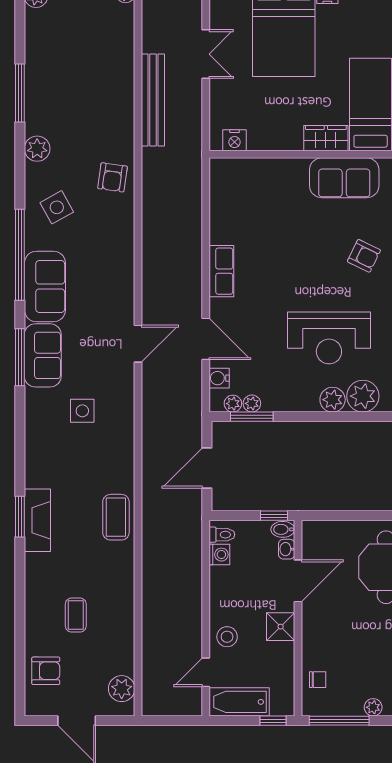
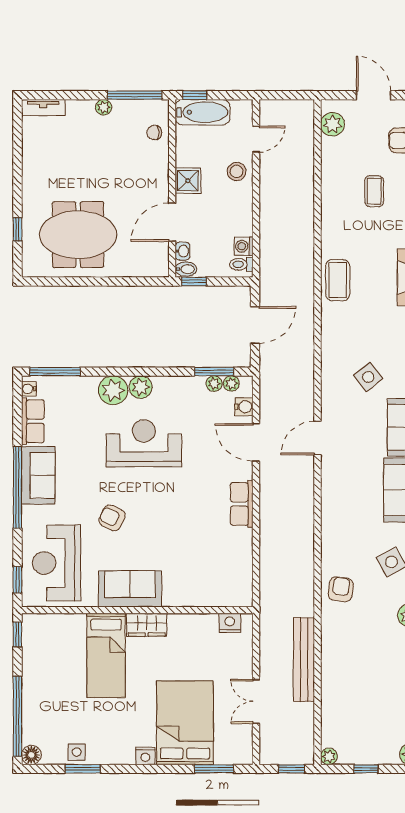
side table: (82, 411) -> (368, 377), turned -38
bathtub: (239, 702) -> (203, 112), moved

